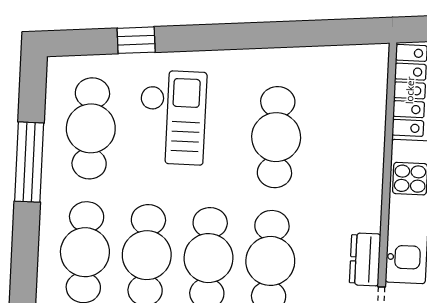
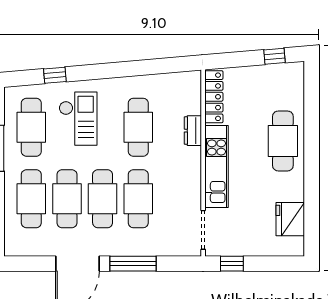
dresser: (365, 259) -> (193, 131), moved

